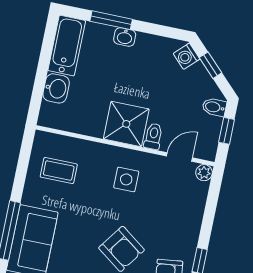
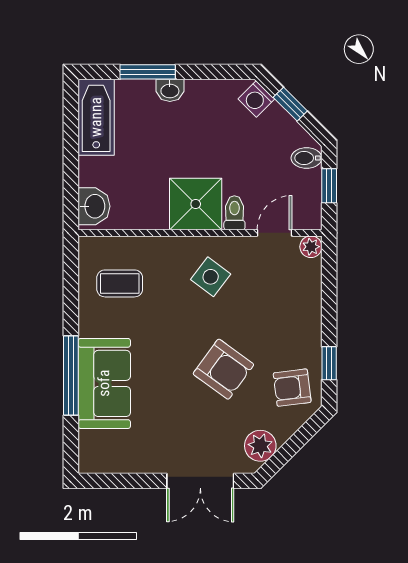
washbasin: (56, 88) -> (94, 206), moved
side table: (126, 179) -> (211, 277), turned 37

